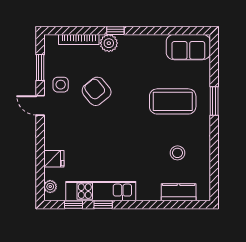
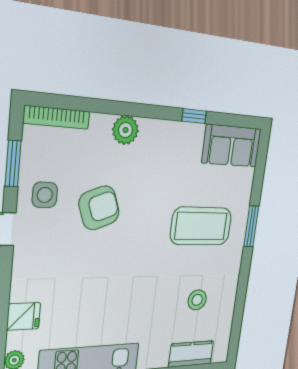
window: (115, 31) -> (194, 116), moved
bookcase: (79, 39) -> (57, 117), moved
armchair: (97, 91) -> (99, 208), turned 108

